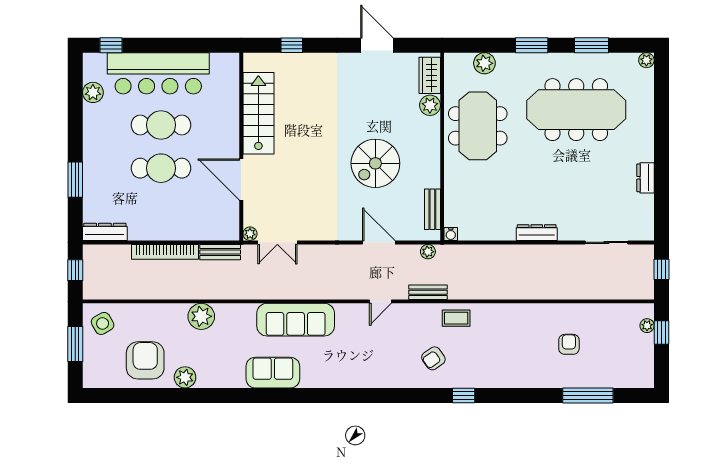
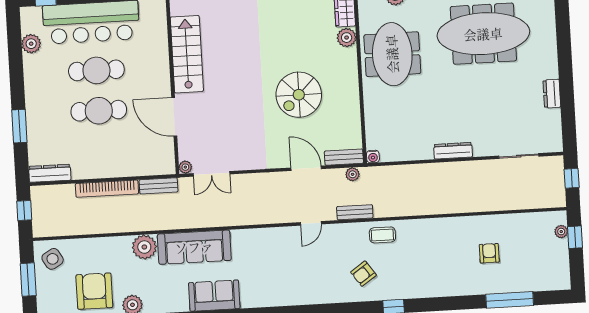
bench: (432, 209) -> (344, 157), moved, turned 90
sofa: (296, 320) -> (194, 247), moved

